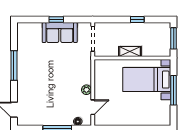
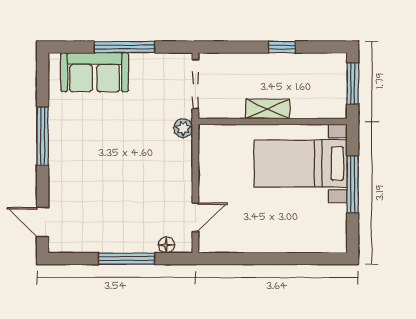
window: (56, 20) -> (125, 47), width x2.17
sofa: (60, 33) -> (95, 72), moved
plant: (86, 90) -> (183, 128), moved

